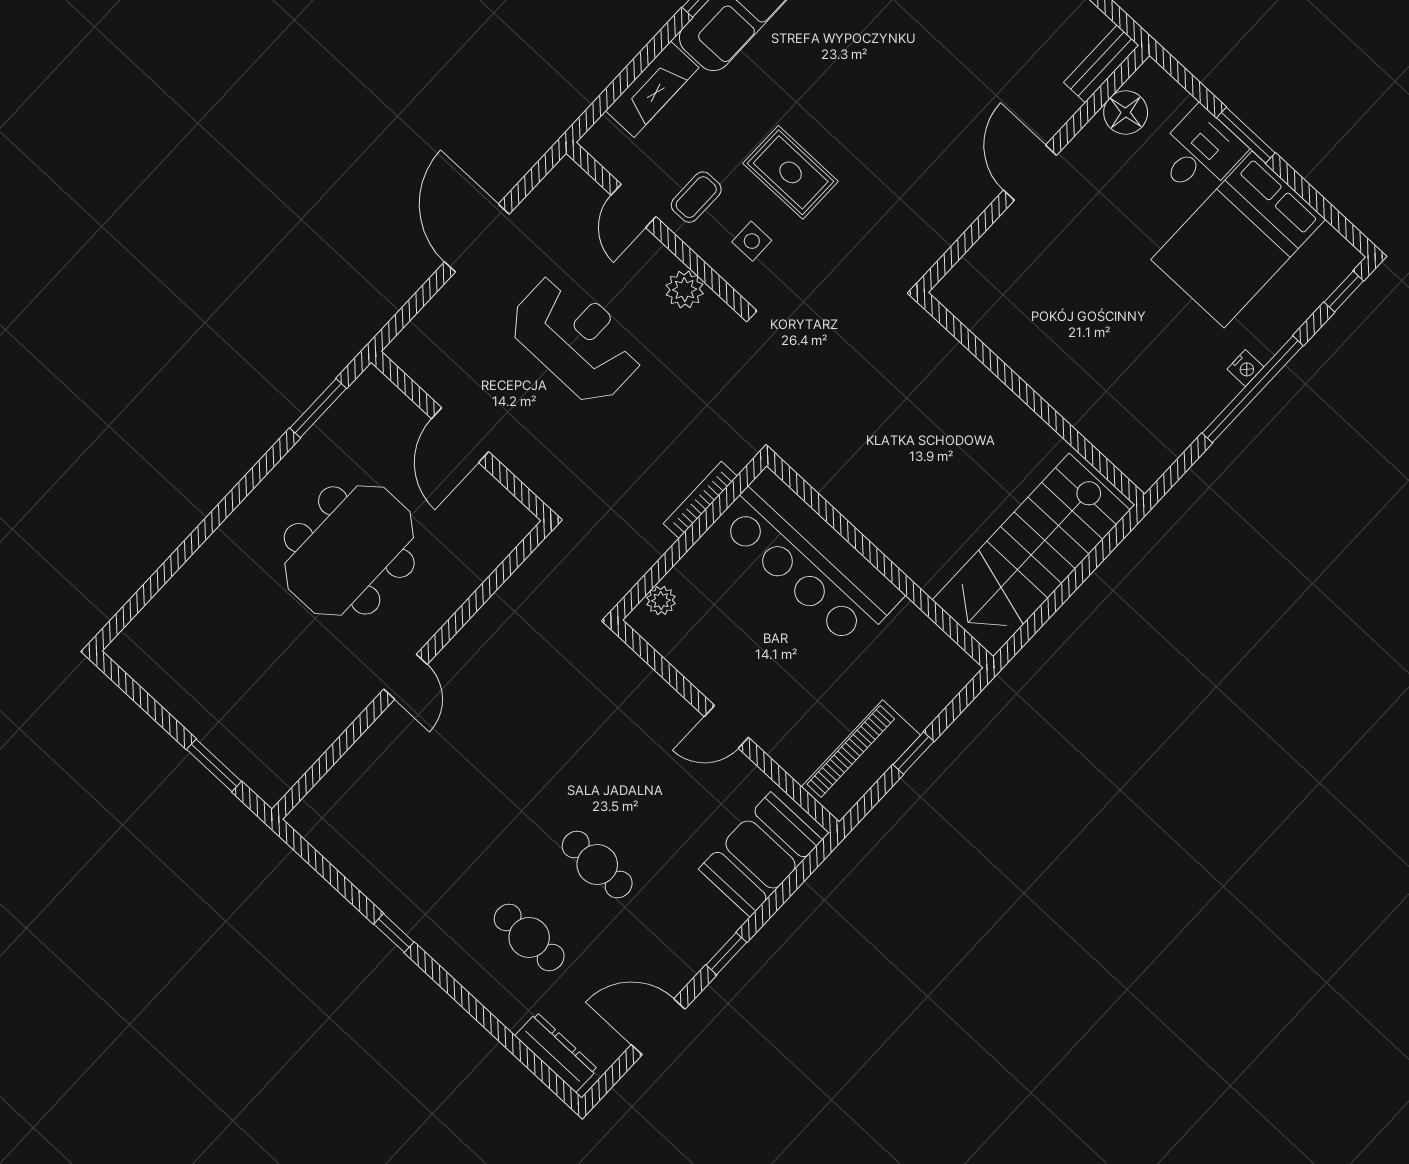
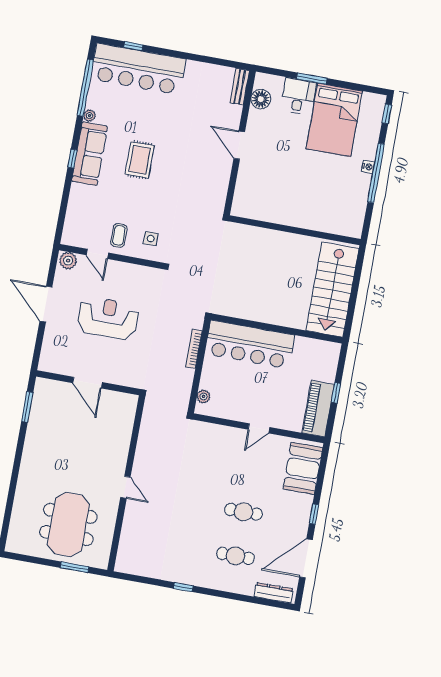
fireplace: (652, 89) -> (76, 205), removed
rug: (791, 172) -> (140, 160), moved, turned 90
plant: (685, 289) -> (68, 261), moved
meeting table: (349, 550) -> (68, 524), moved
door: (658, 1027) -> (306, 558), width x1.36

